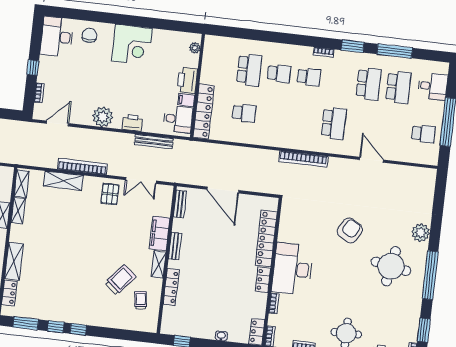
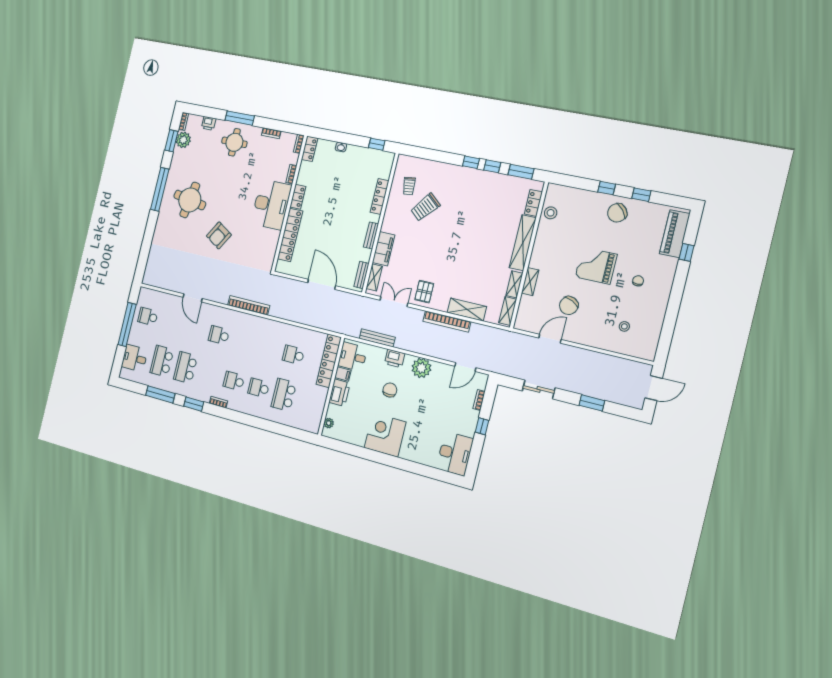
chair: (89, 35) -> (390, 390), moved, turned 180
school desk: (334, 123) -> (219, 335), width x0.54
plant: (421, 233) -> (183, 140), moved
shelving: (14, 261) -> (523, 243), width x1.47
shelving: (159, 264) -> (374, 277), moved

